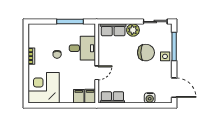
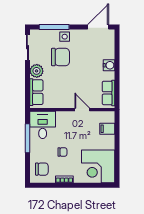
chair: (41, 35) -> (42, 169), added
desk: (82, 48) -> (43, 125), moved
chair: (146, 53) -> (61, 57), turned 90
filing cabinet: (90, 96) -> (107, 117), removed
water cooler: (150, 98) -> (109, 65), moved

